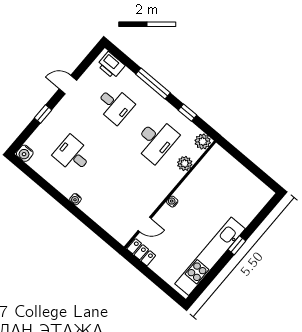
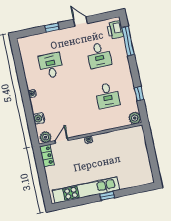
window: (153, 83) -> (128, 41), moved
desk: (156, 140) -> (107, 95), width x0.73
water cooler: (25, 153) -> (39, 118), moved
plant: (185, 164) -> (46, 137), moved
door: (145, 224) -> (62, 141), swing flipped

